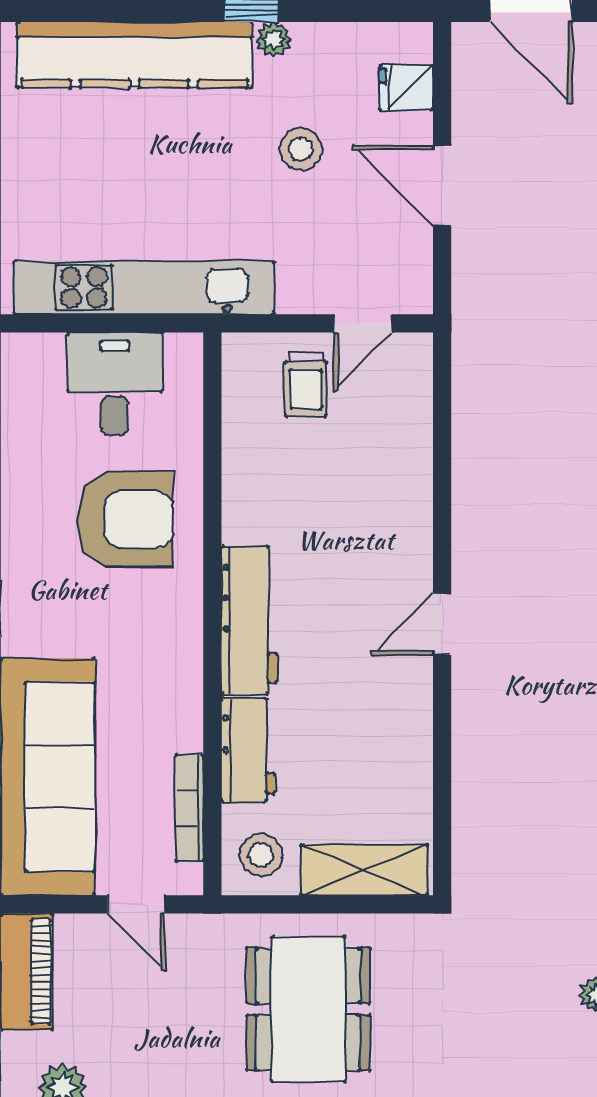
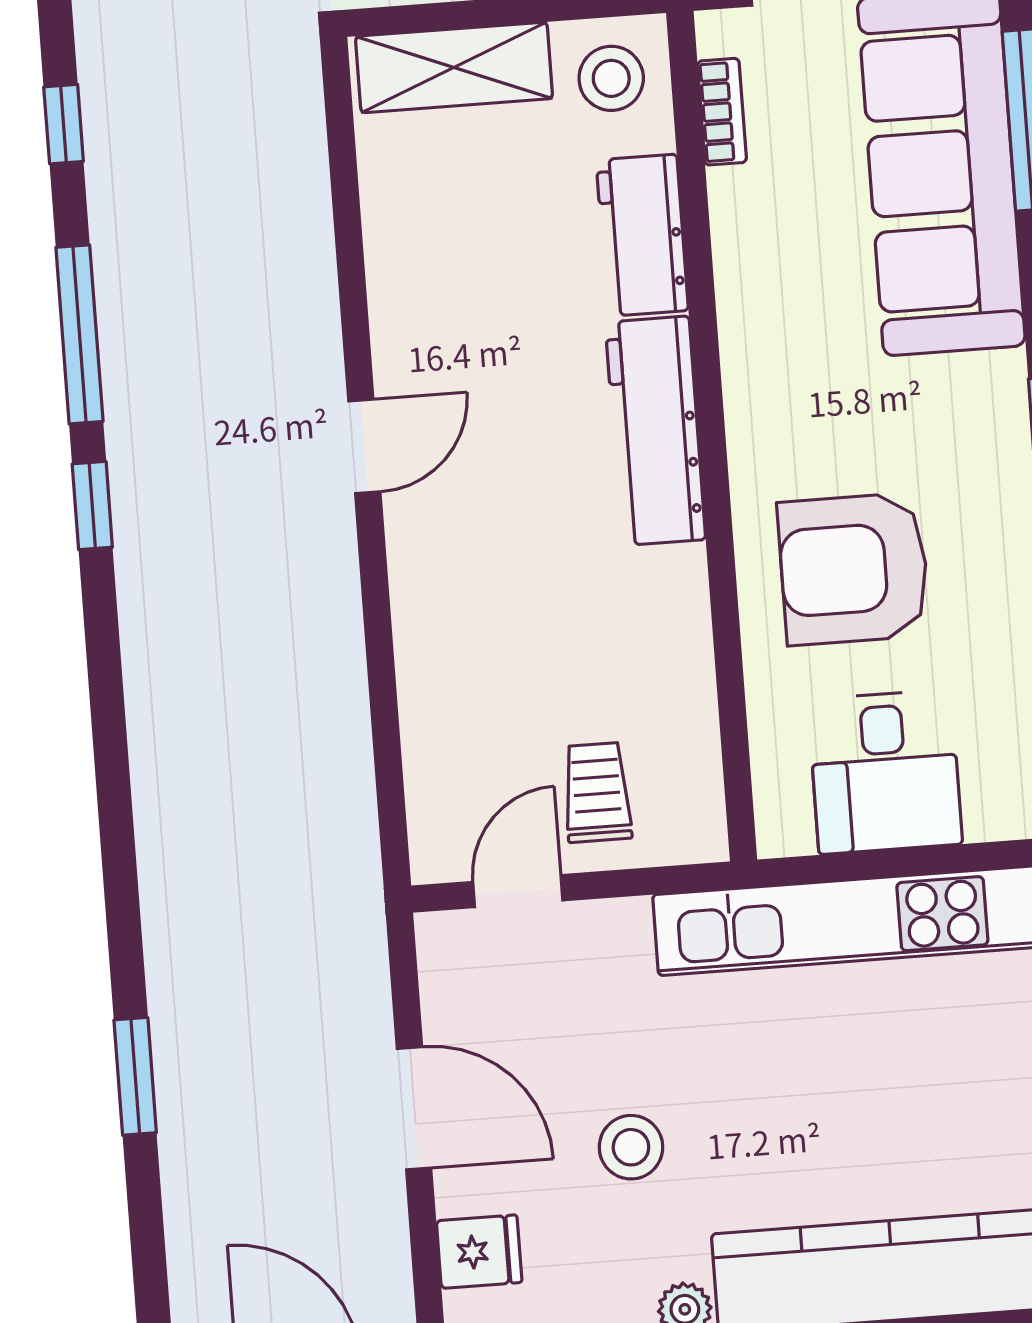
bookcase: (190, 808) -> (722, 112), width x0.64

